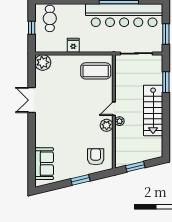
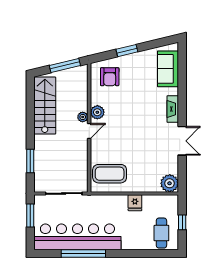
stairs: (153, 110) -> (45, 106), moved
fireplace: (40, 128) -> (173, 109), added
window: (135, 167) -> (65, 65), width x1.44

